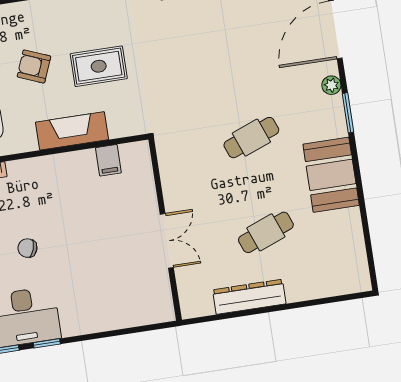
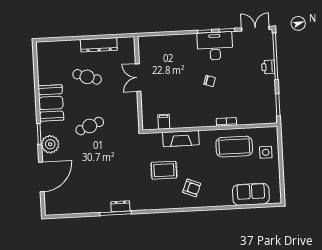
armchair: (34, 66) -> (192, 188), moved
plant: (331, 85) -> (50, 144), width x1.87, depth x1.87
cafe table: (266, 232) -> (87, 77), turned 39

